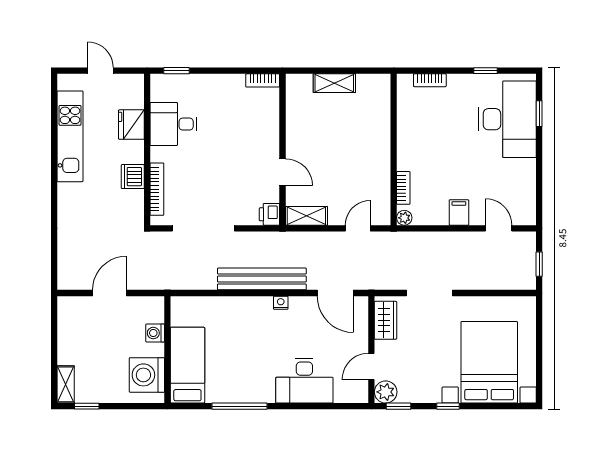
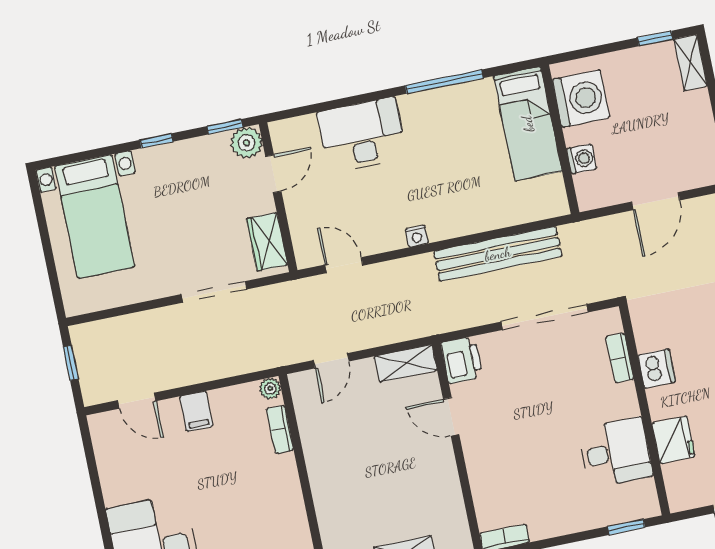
bookcase: (157, 189) -> (620, 358), width x0.64
printer: (269, 214) -> (462, 360), width x1.36, depth x1.24
bench: (262, 279) -> (498, 254), moved
door: (335, 293) -> (344, 265), width x0.73
bed with nightstands: (489, 362) -> (95, 217), width x0.73

